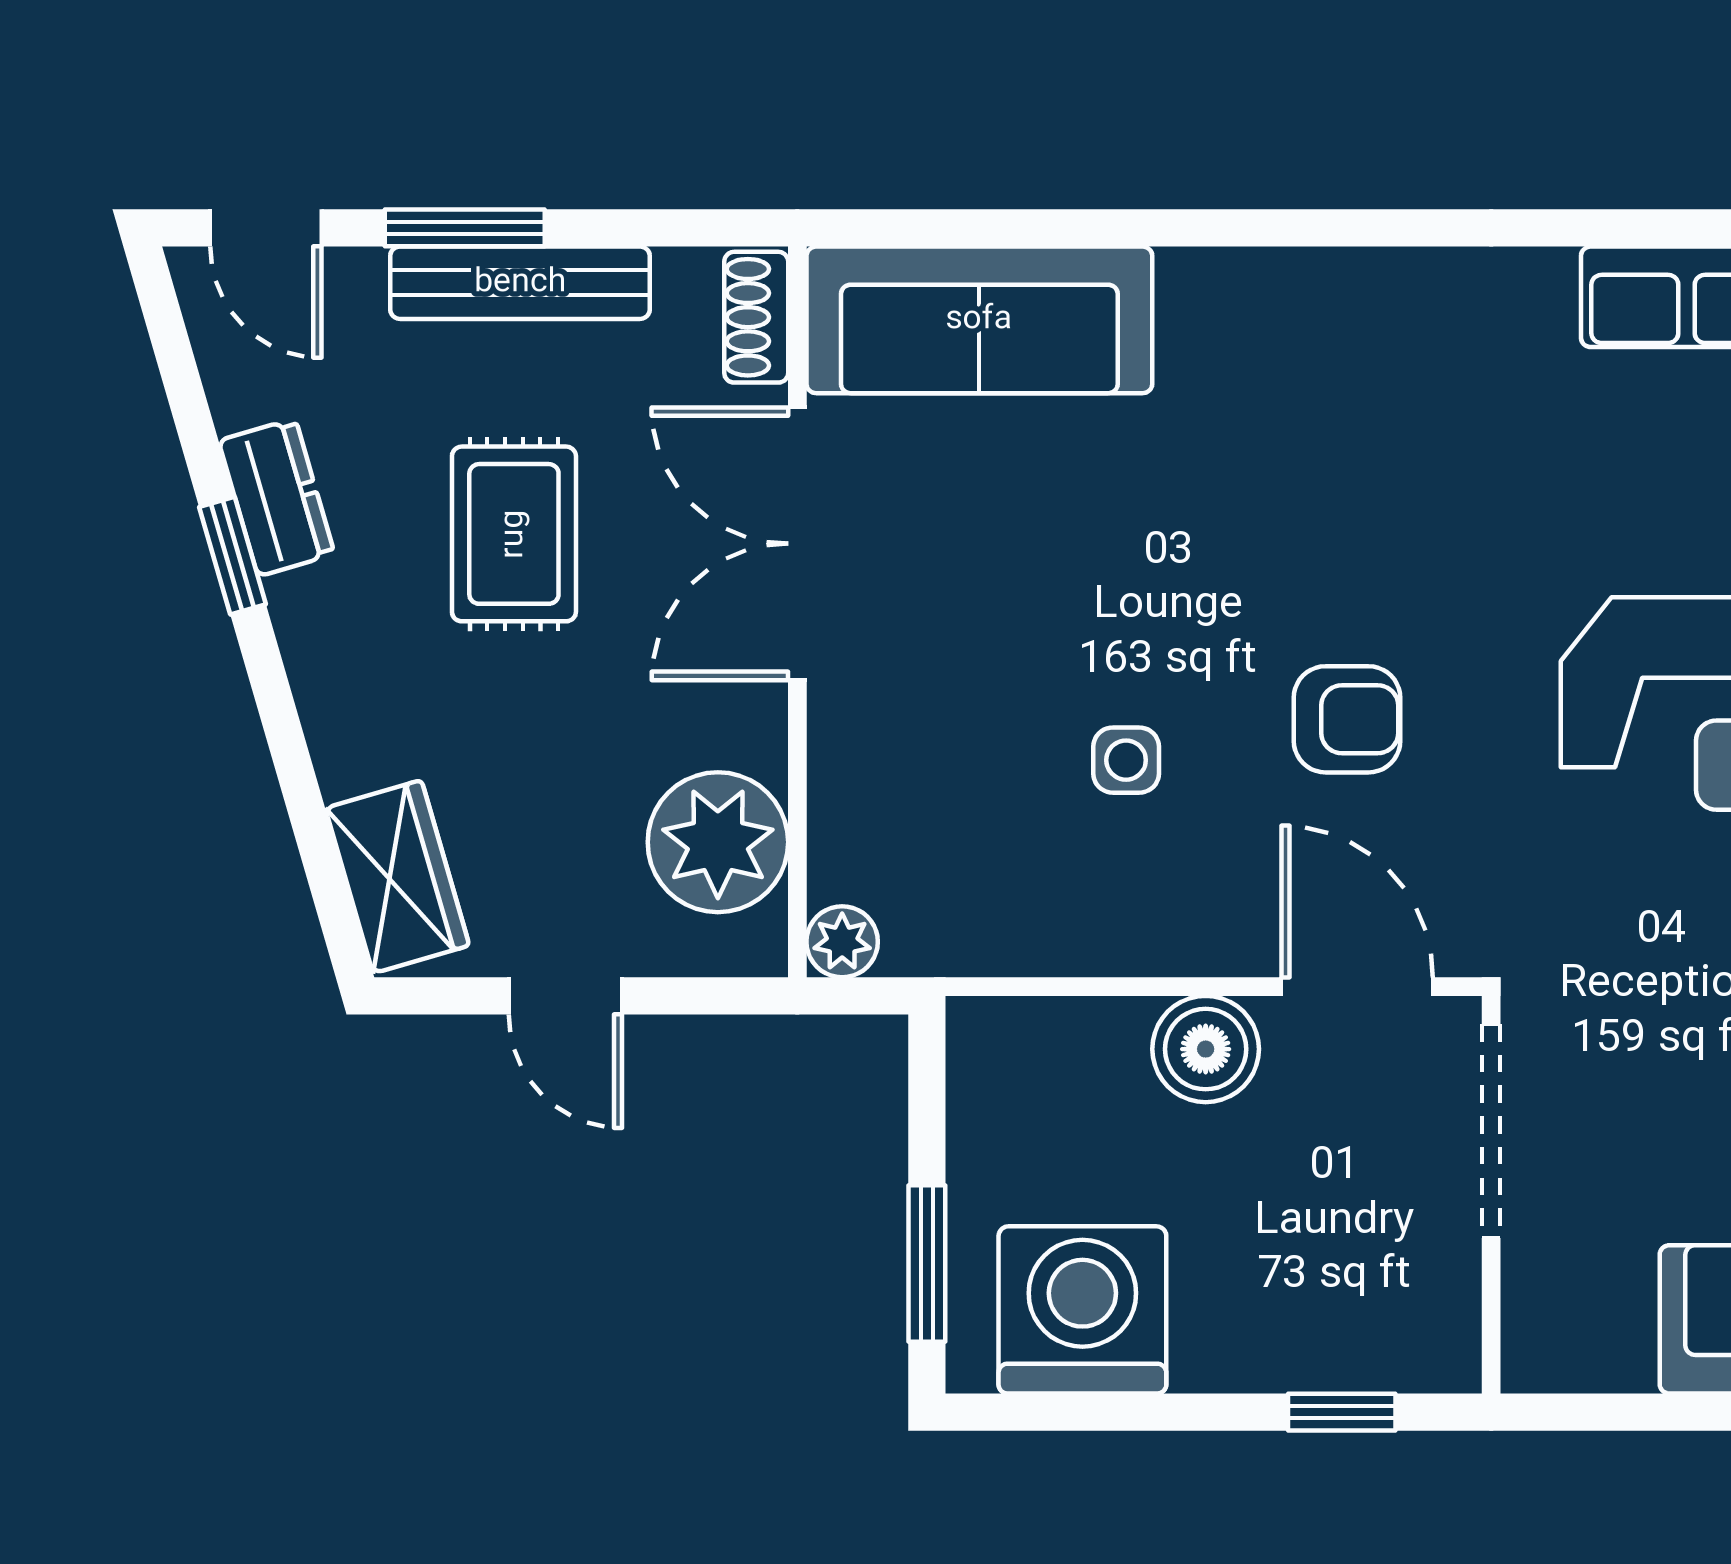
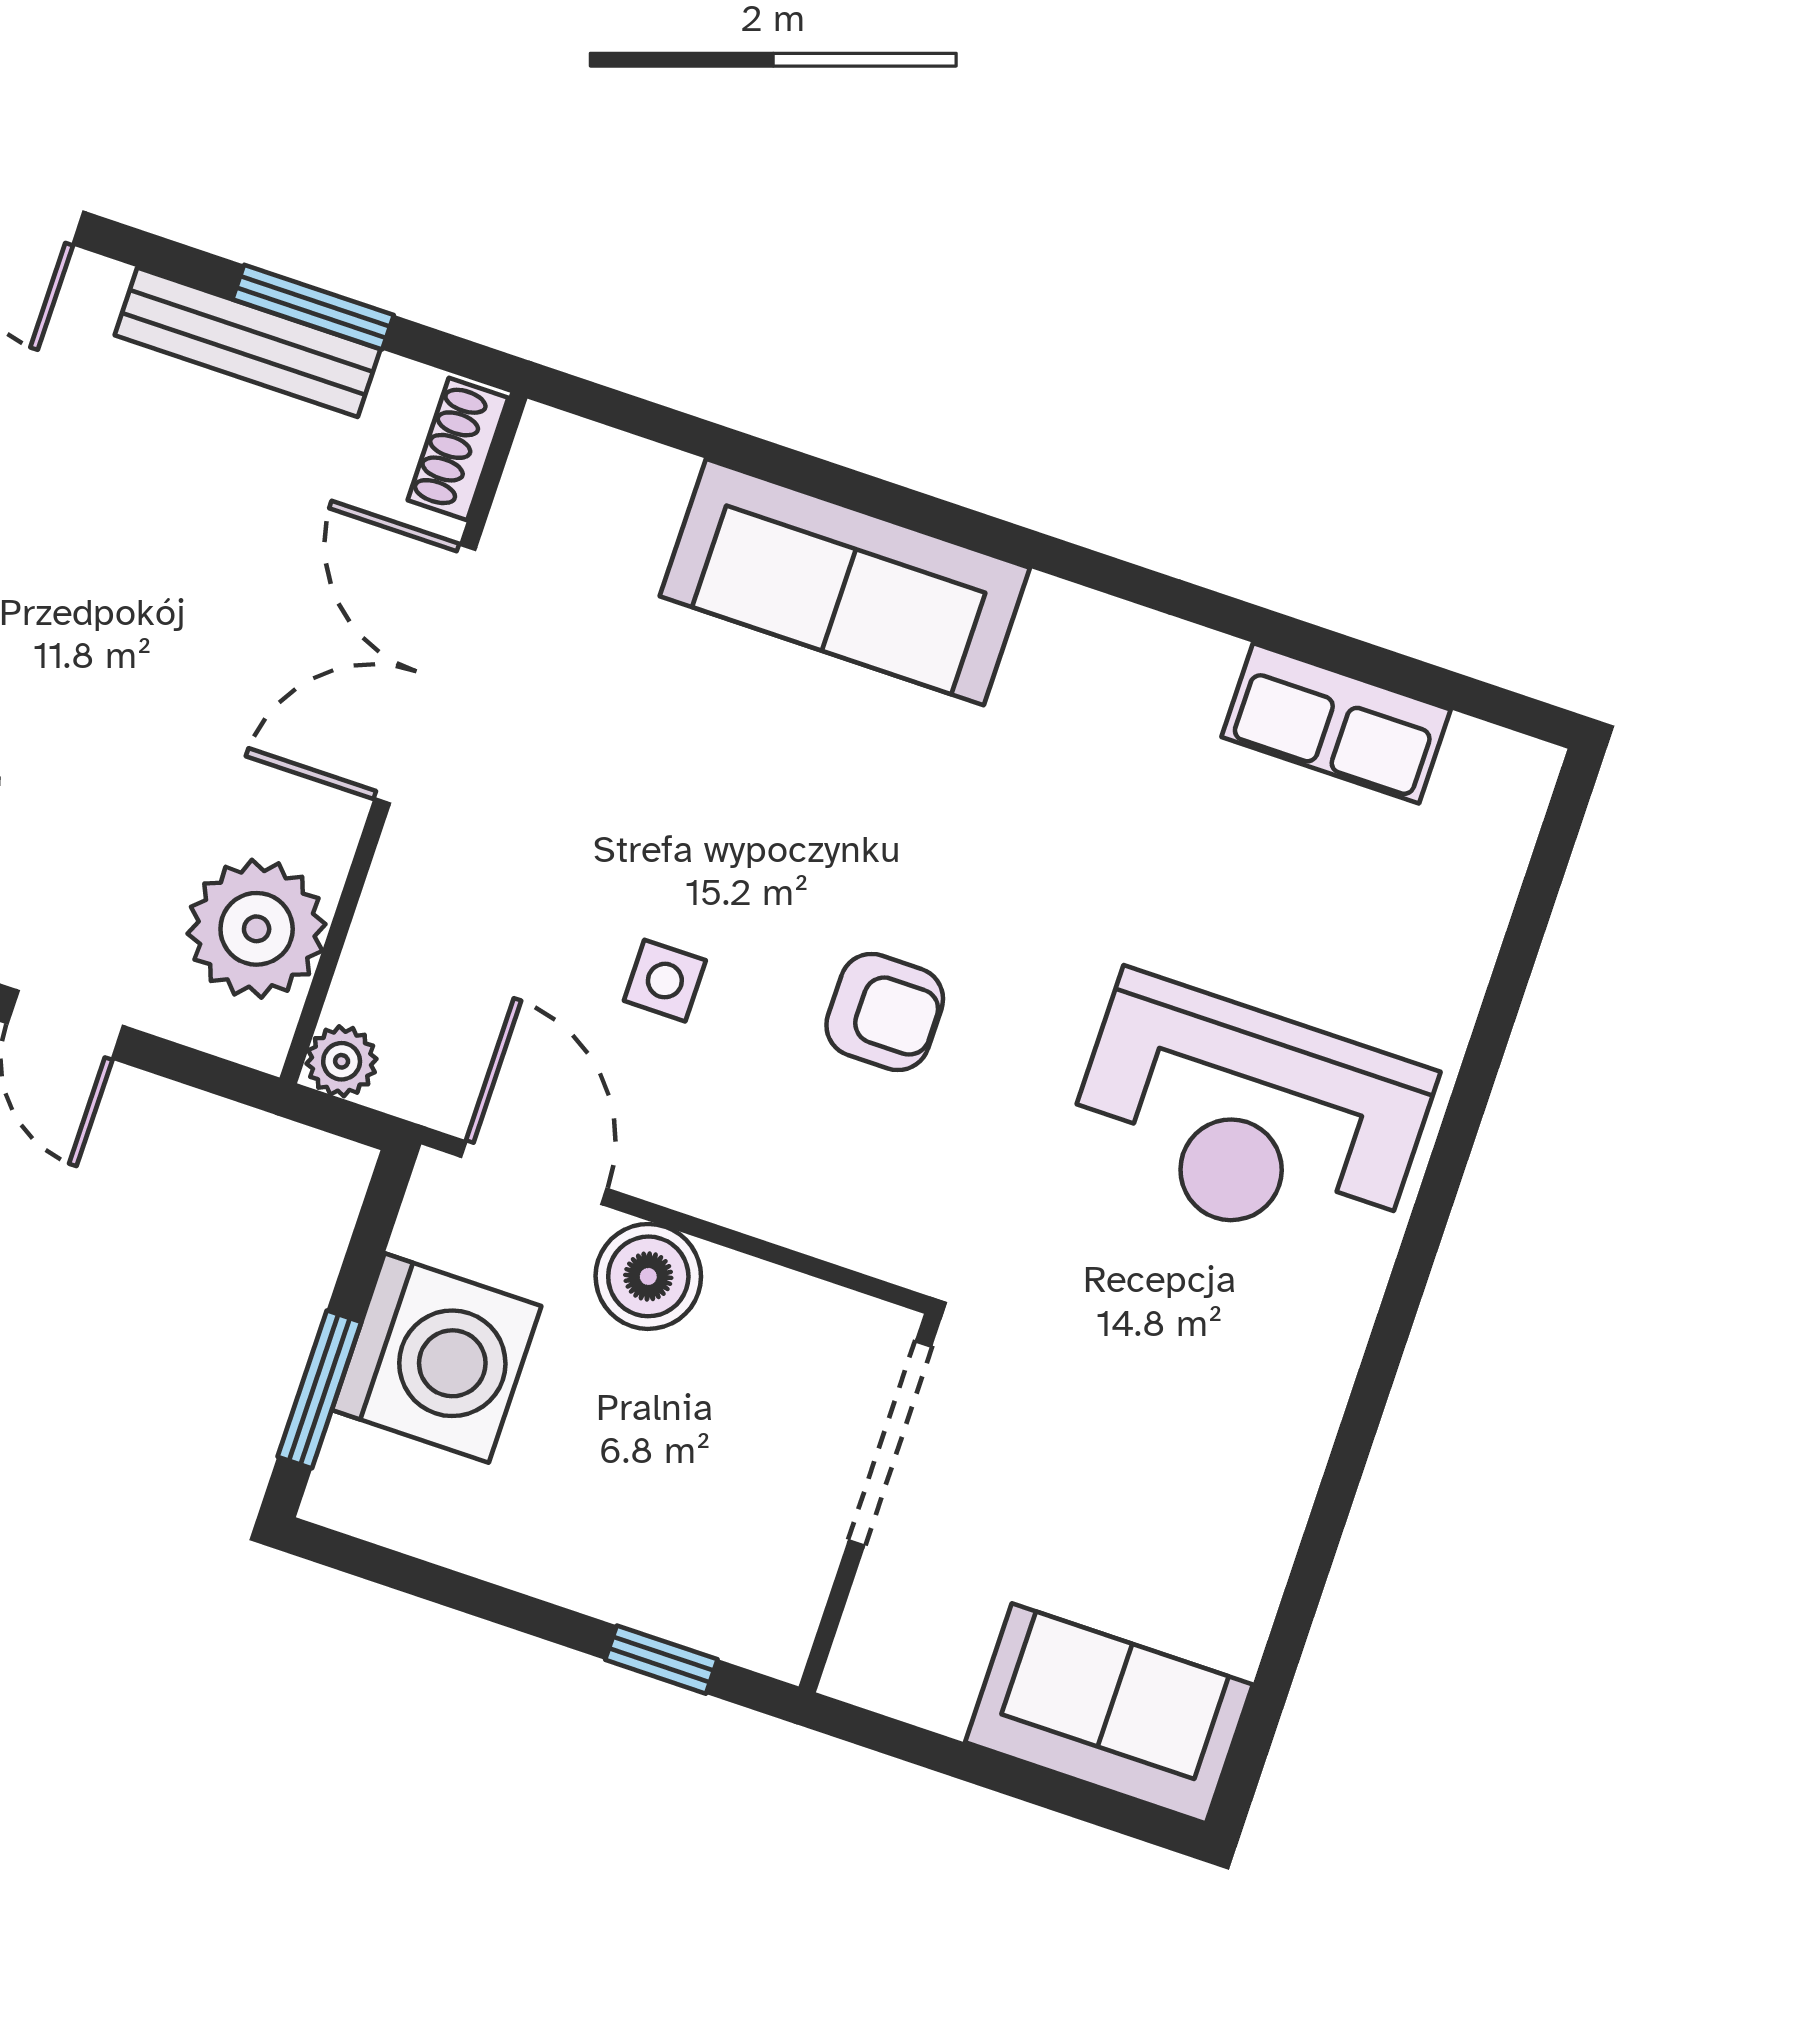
window: (465, 228) -> (313, 307), moved
sofa: (979, 320) -> (845, 582), moved
rug: (514, 534) -> (163, 576), removed
door: (1357, 987) -> (534, 1173), moved
washing machine: (1082, 1310) -> (437, 1358), moved, turned 90

